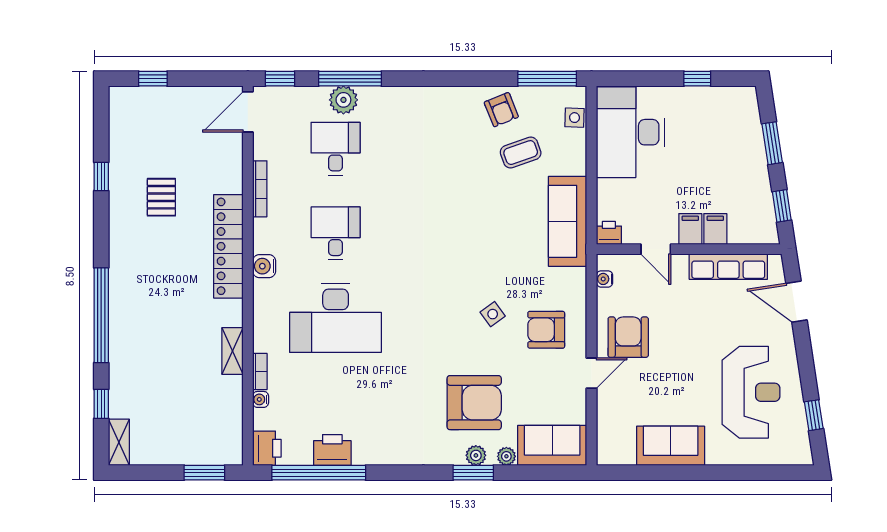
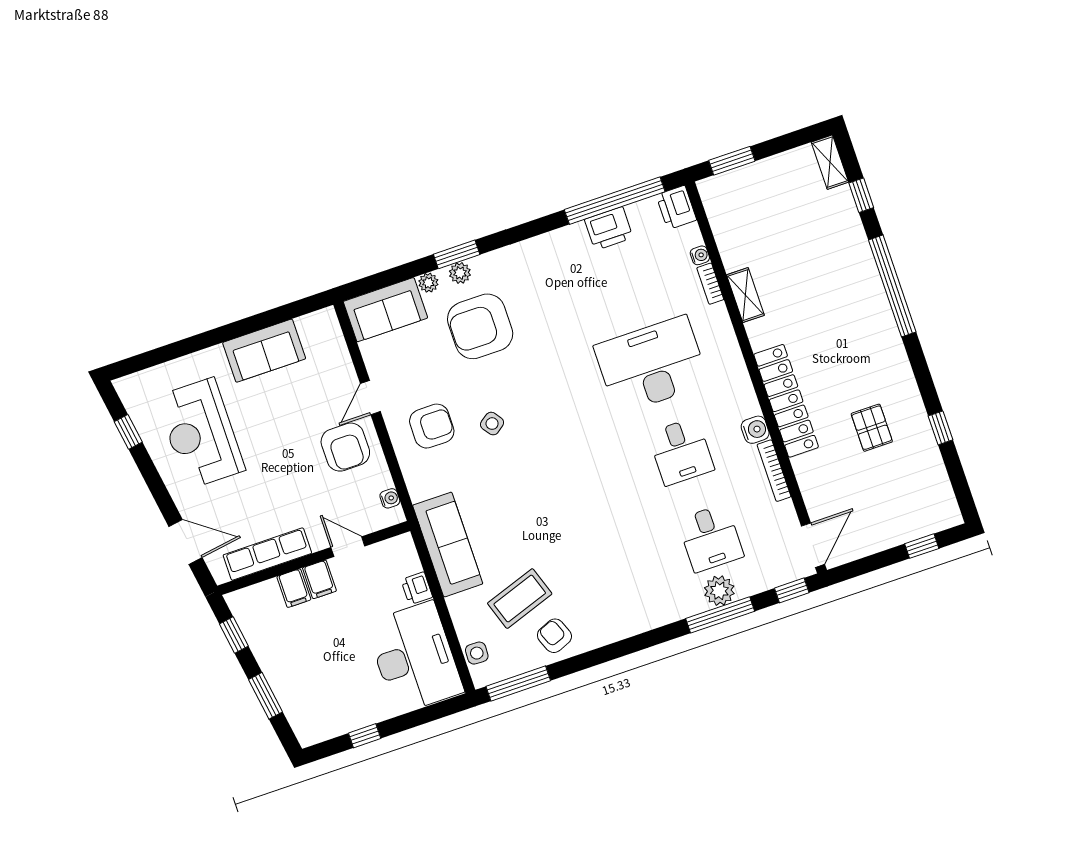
coffee table: (521, 153) -> (520, 599), width x1.36, depth x1.30
printer: (609, 233) -> (417, 588), moved, turned 90
water cooler: (264, 266) -> (755, 430), moved

